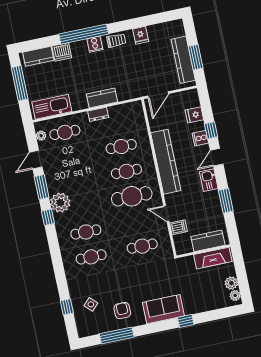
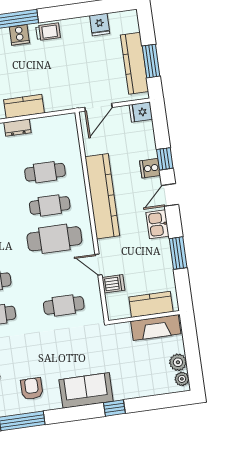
fridge: (141, 35) -> (100, 25), moved
fridge: (194, 115) -> (141, 112), moved

